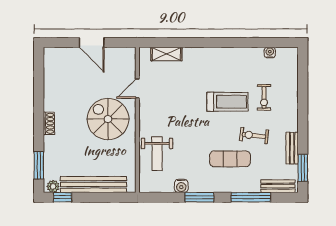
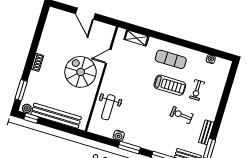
exercise mat: (230, 159) -> (171, 59), moved

